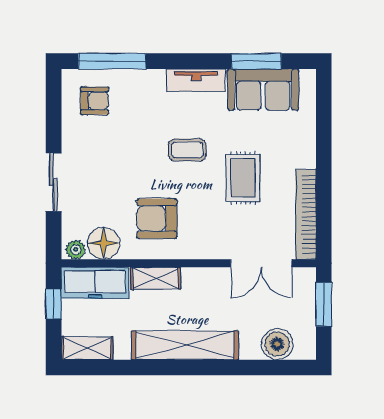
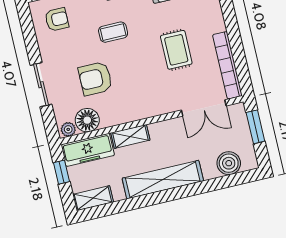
coffee table: (187, 150) -> (113, 32), moved
armchair: (157, 219) -> (95, 79), moved

